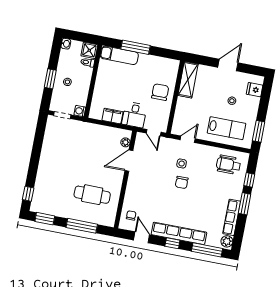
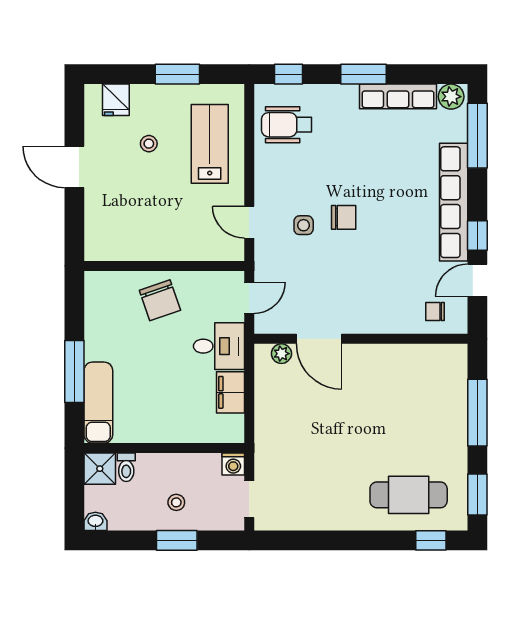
shelving: (188, 80) -> (122, 246), removed
chair: (160, 92) -> (160, 300), turned -109
window: (259, 131) -> (177, 74), moved
wheelchair: (228, 165) -> (287, 125), turned 90
window: (249, 180) -> (289, 74), moved
cafe table: (92, 195) -> (409, 495), moved, turned 90
window: (172, 243) -> (477, 236), moved

